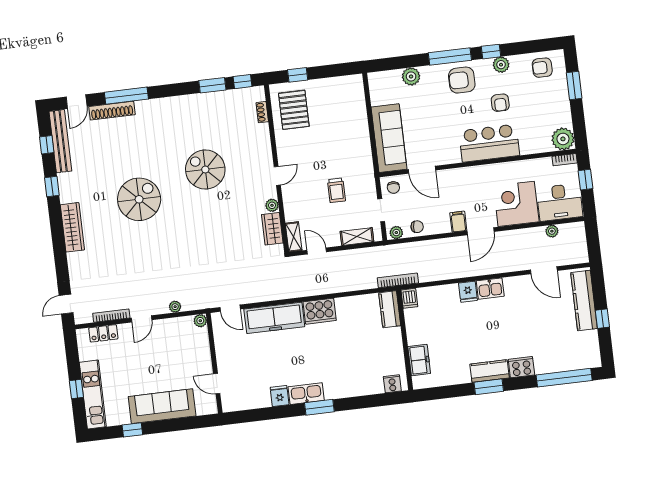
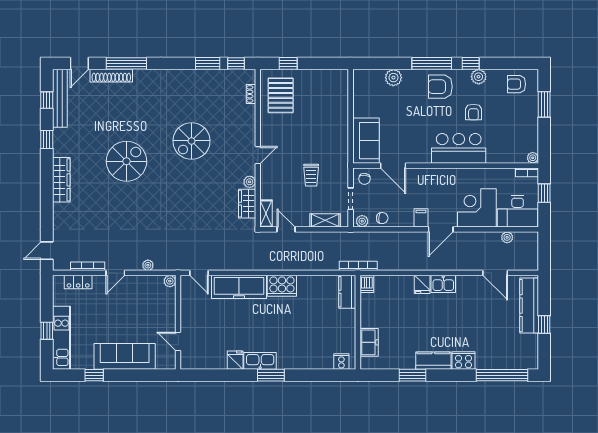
sofa: (389, 138) -> (366, 141), width x0.73
plant: (563, 139) -> (533, 158), width x0.53, depth x0.53
spiral stairs: (205, 169) -> (191, 141), turned -90
window: (489, 387) -> (412, 375), moved

